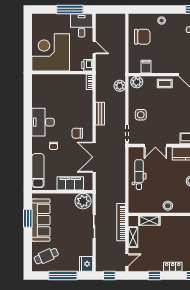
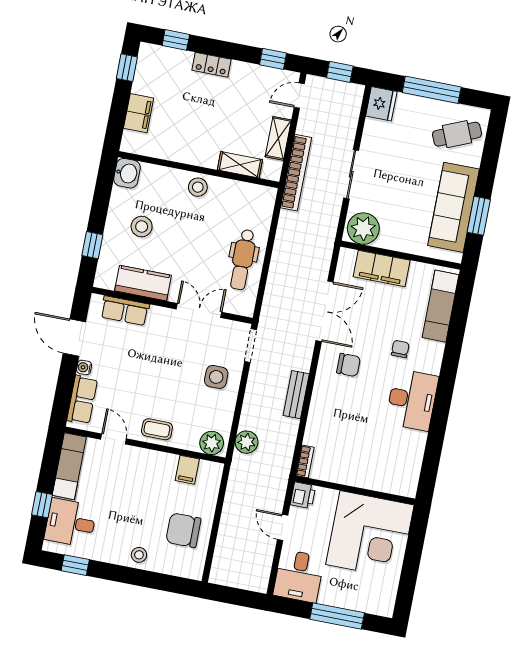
window: (70, 9) -> (337, 616), moved
window: (154, 275) -> (273, 59), moved

